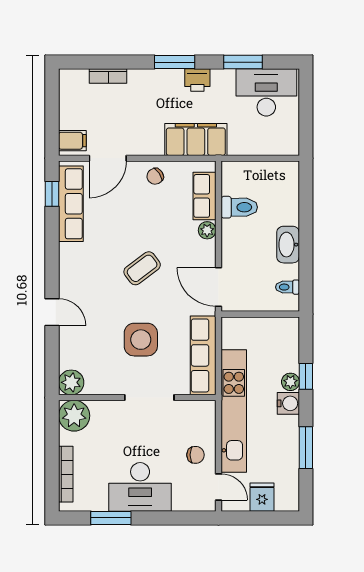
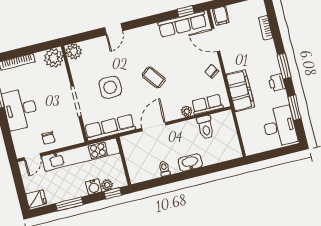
wall: (260, 314) -> (124, 161), moved
fridge: (262, 497) -> (36, 199), moved

